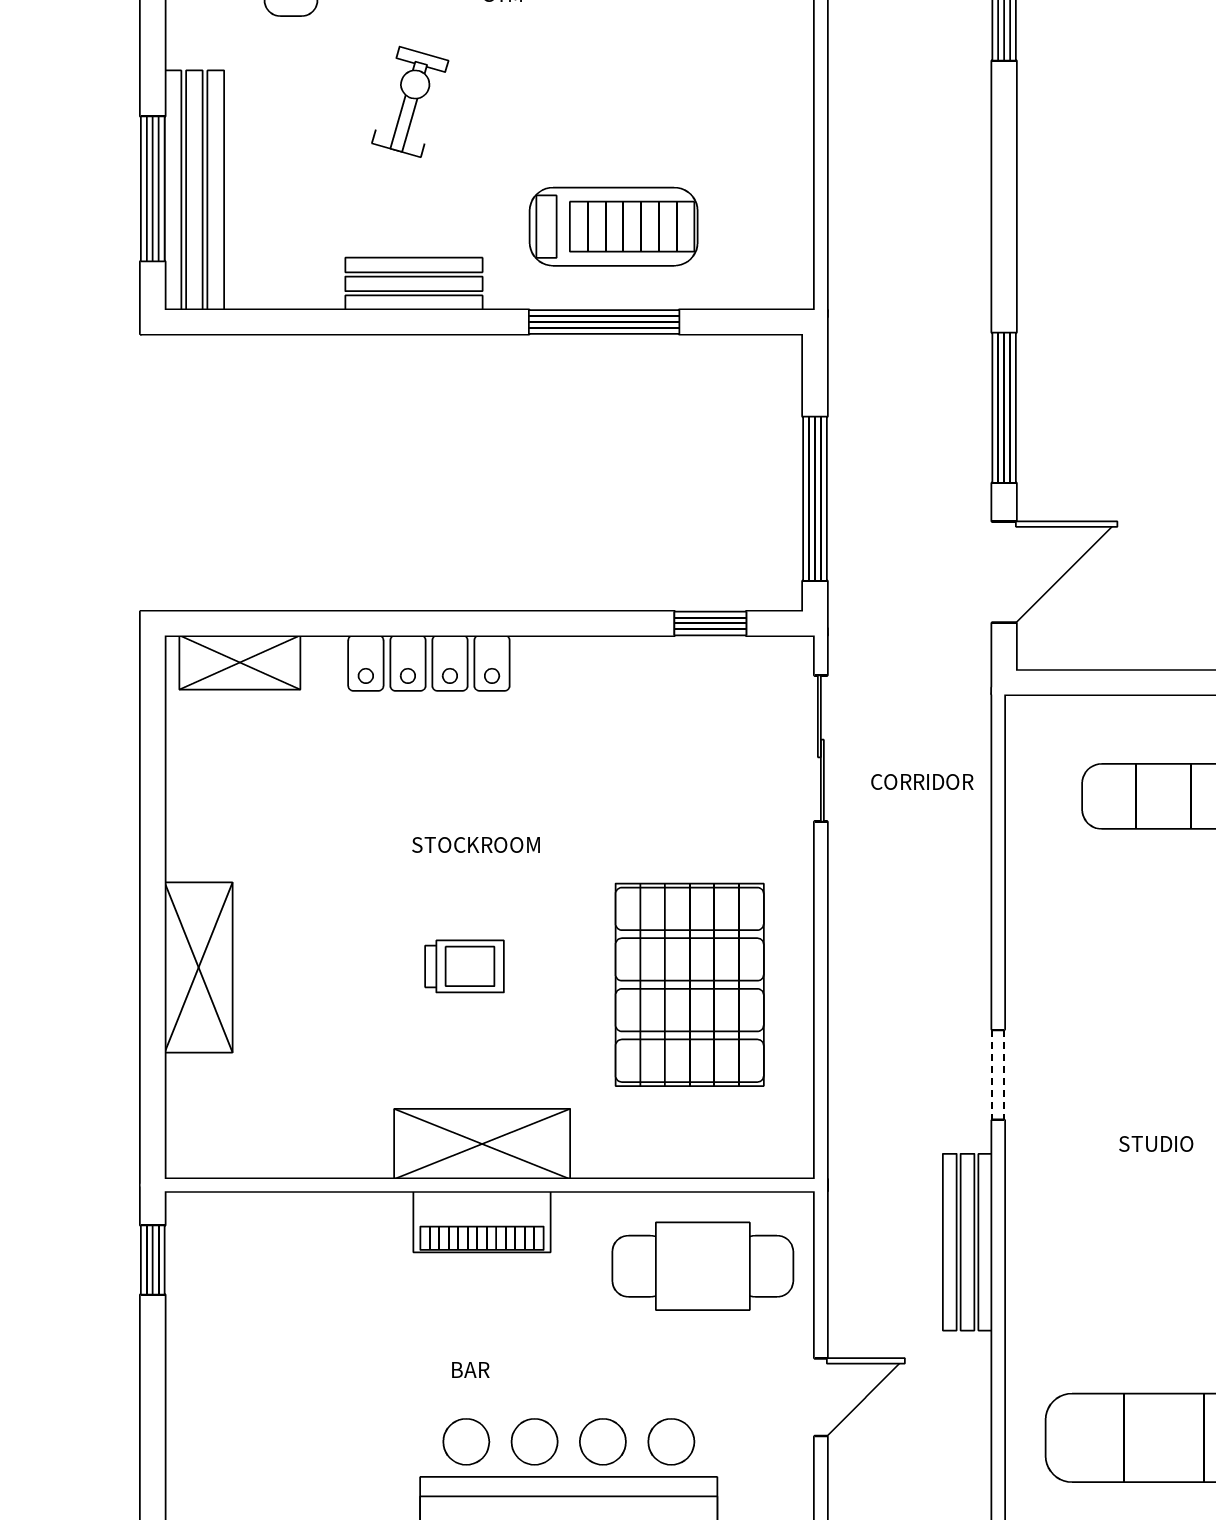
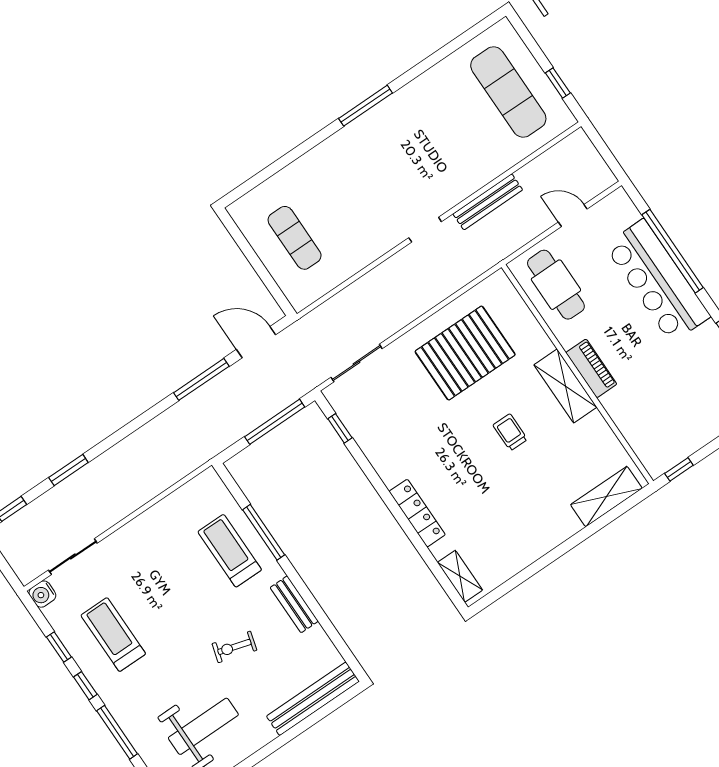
window: (153, 189) -> (322, 713), removed
shelving: (199, 968) -> (606, 497), moved

